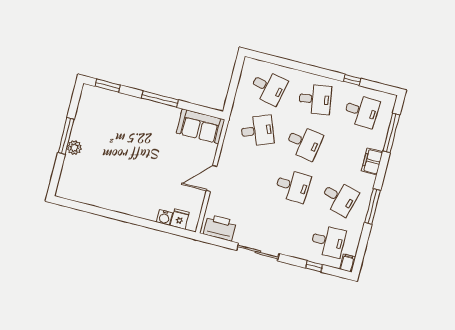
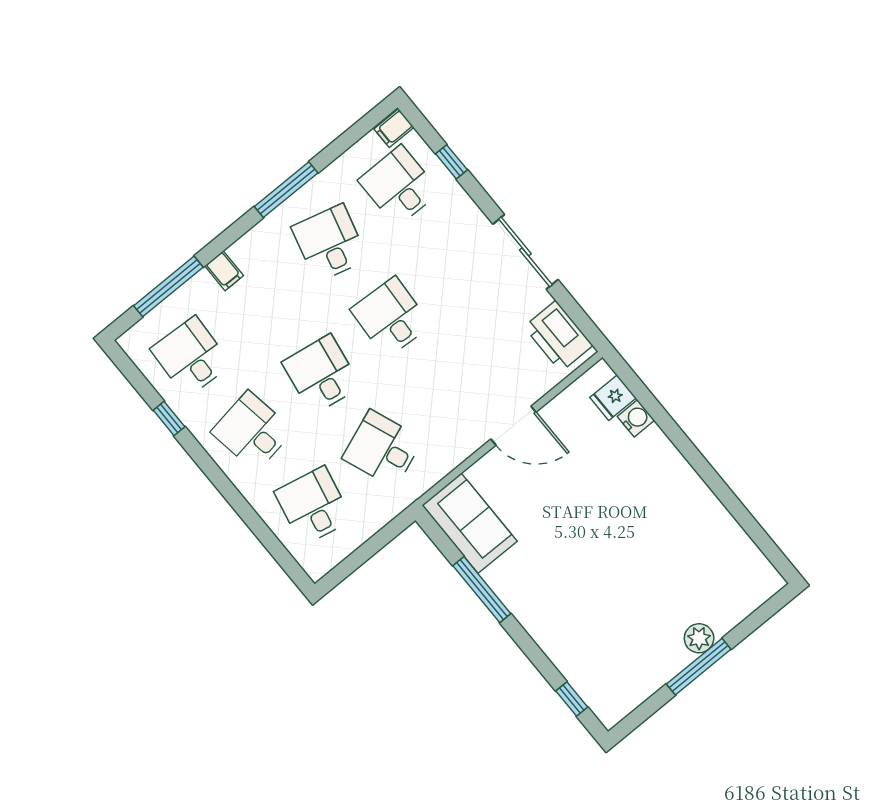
window: (108, 86) -> (572, 699), width x0.67
window: (160, 99) -> (482, 590), moved
filing cabinet: (372, 161) -> (224, 271), width x0.50

